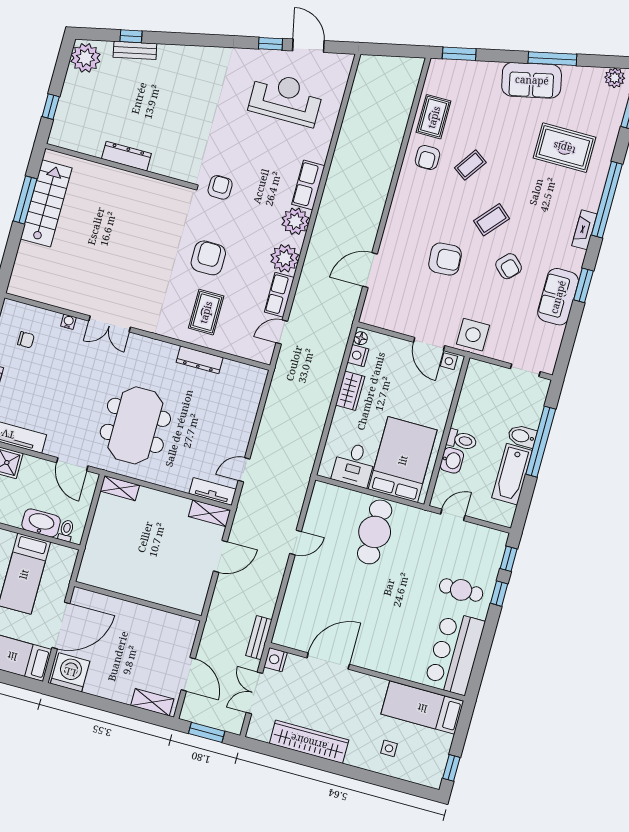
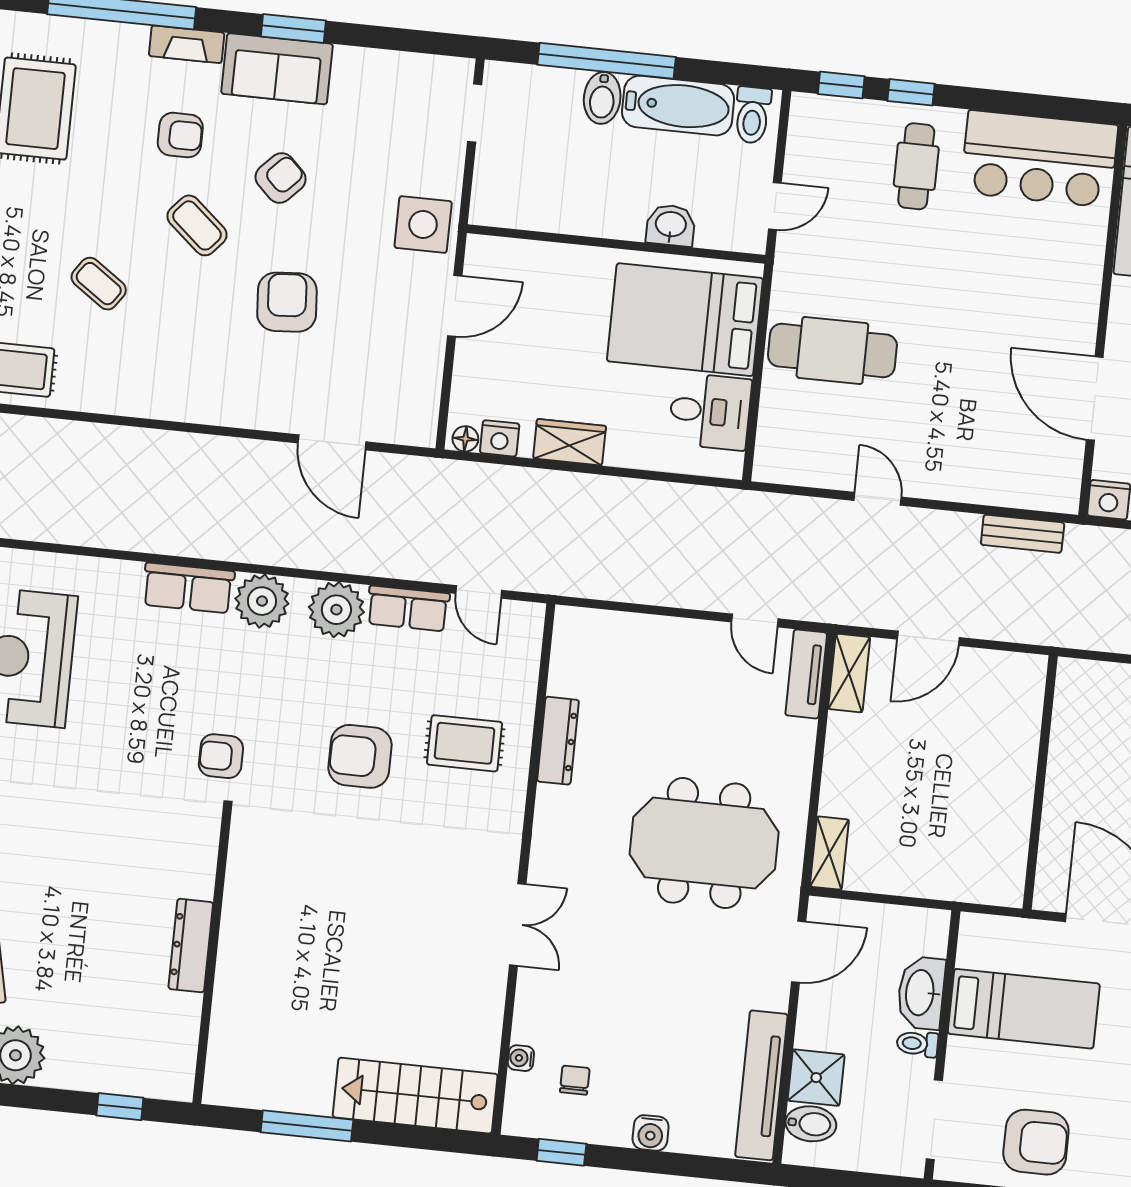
armchair: (427, 158) -> (180, 135), moved
stairs: (46, 203) -> (415, 1096), moved
sofa: (558, 297) -> (277, 69), moved
water cooler: (68, 322) -> (521, 1058), moved
side table: (449, 361) -> (481, 262), removed
toilet: (462, 440) -> (752, 115), moved, turned 180
door: (453, 515) -> (775, 206), swing flipped
toilet: (66, 531) -> (917, 1044), moved
door: (220, 556) -> (928, 638), swing flipped
bench: (259, 638) -> (1023, 534), moved

